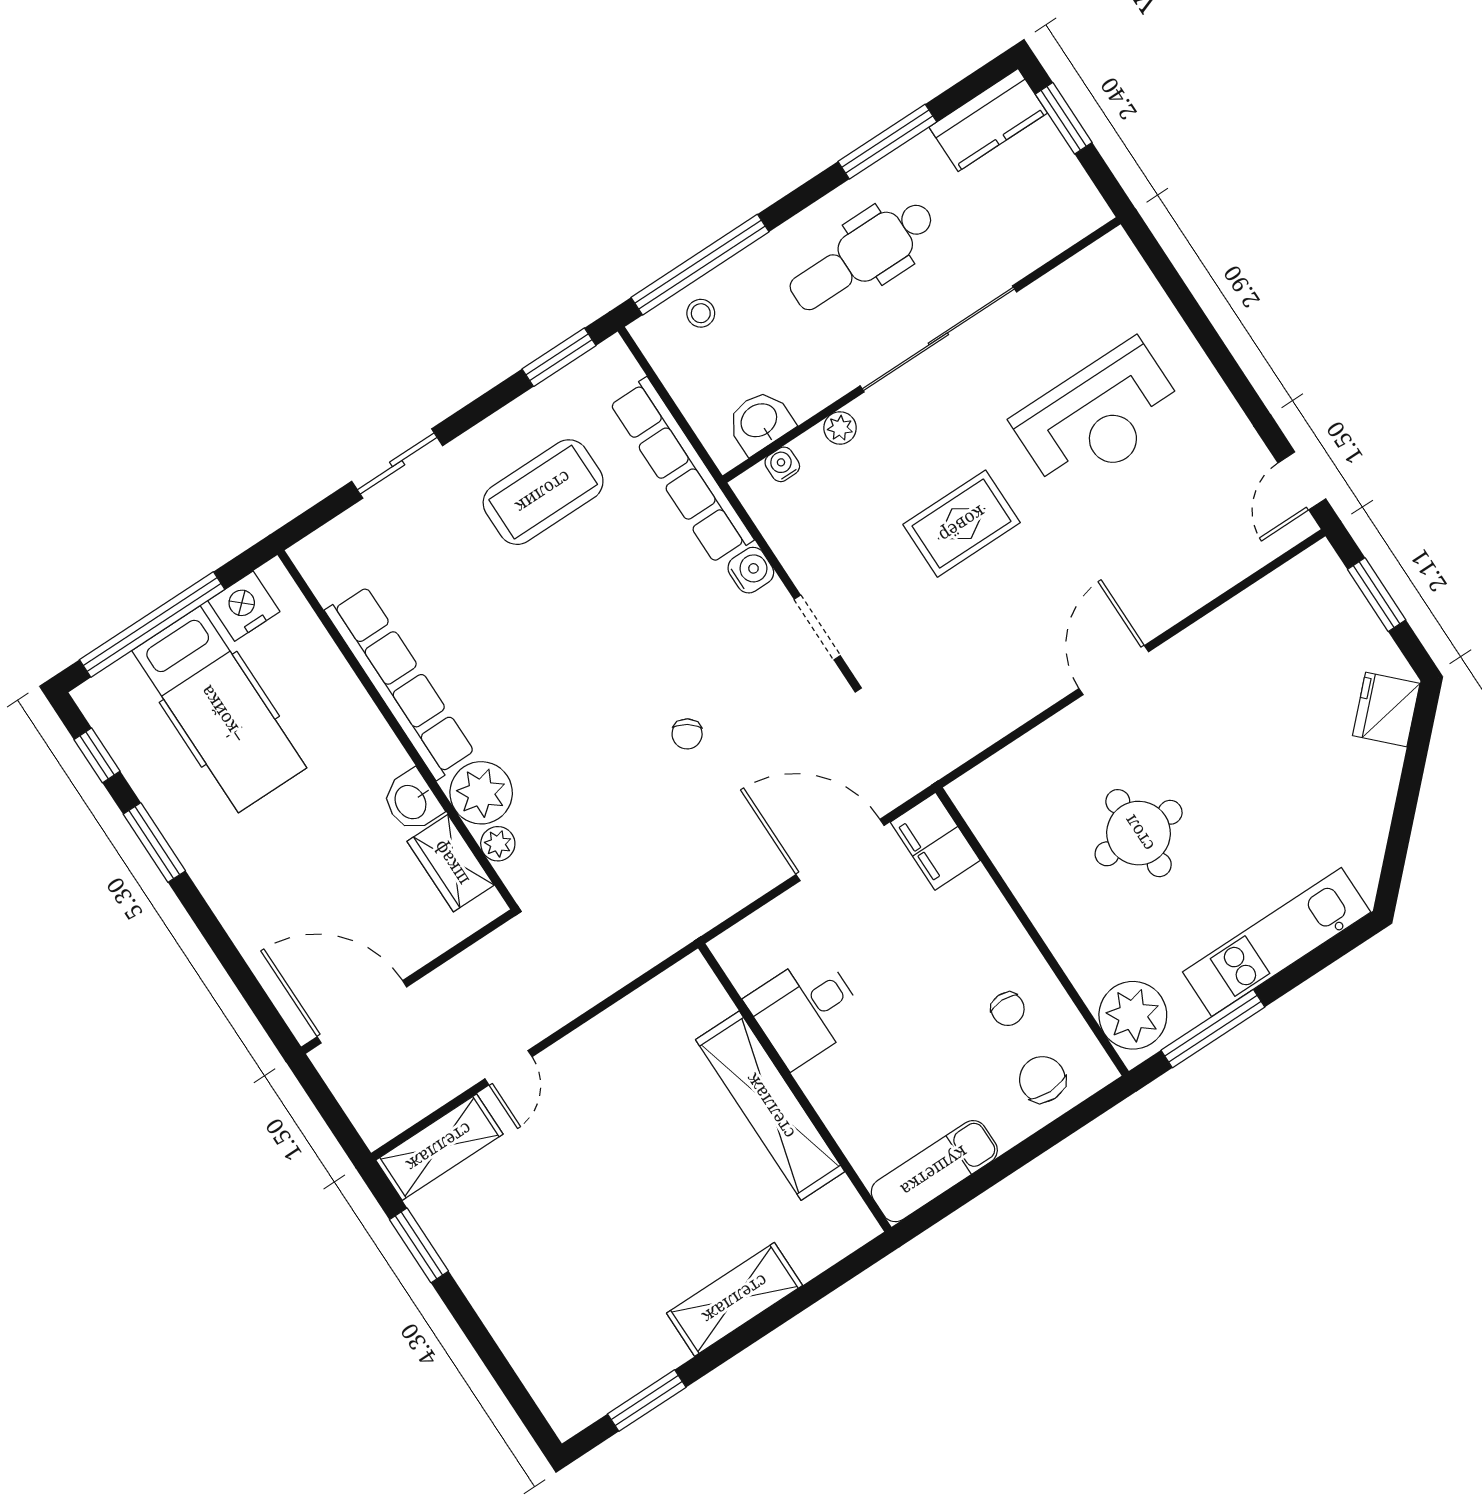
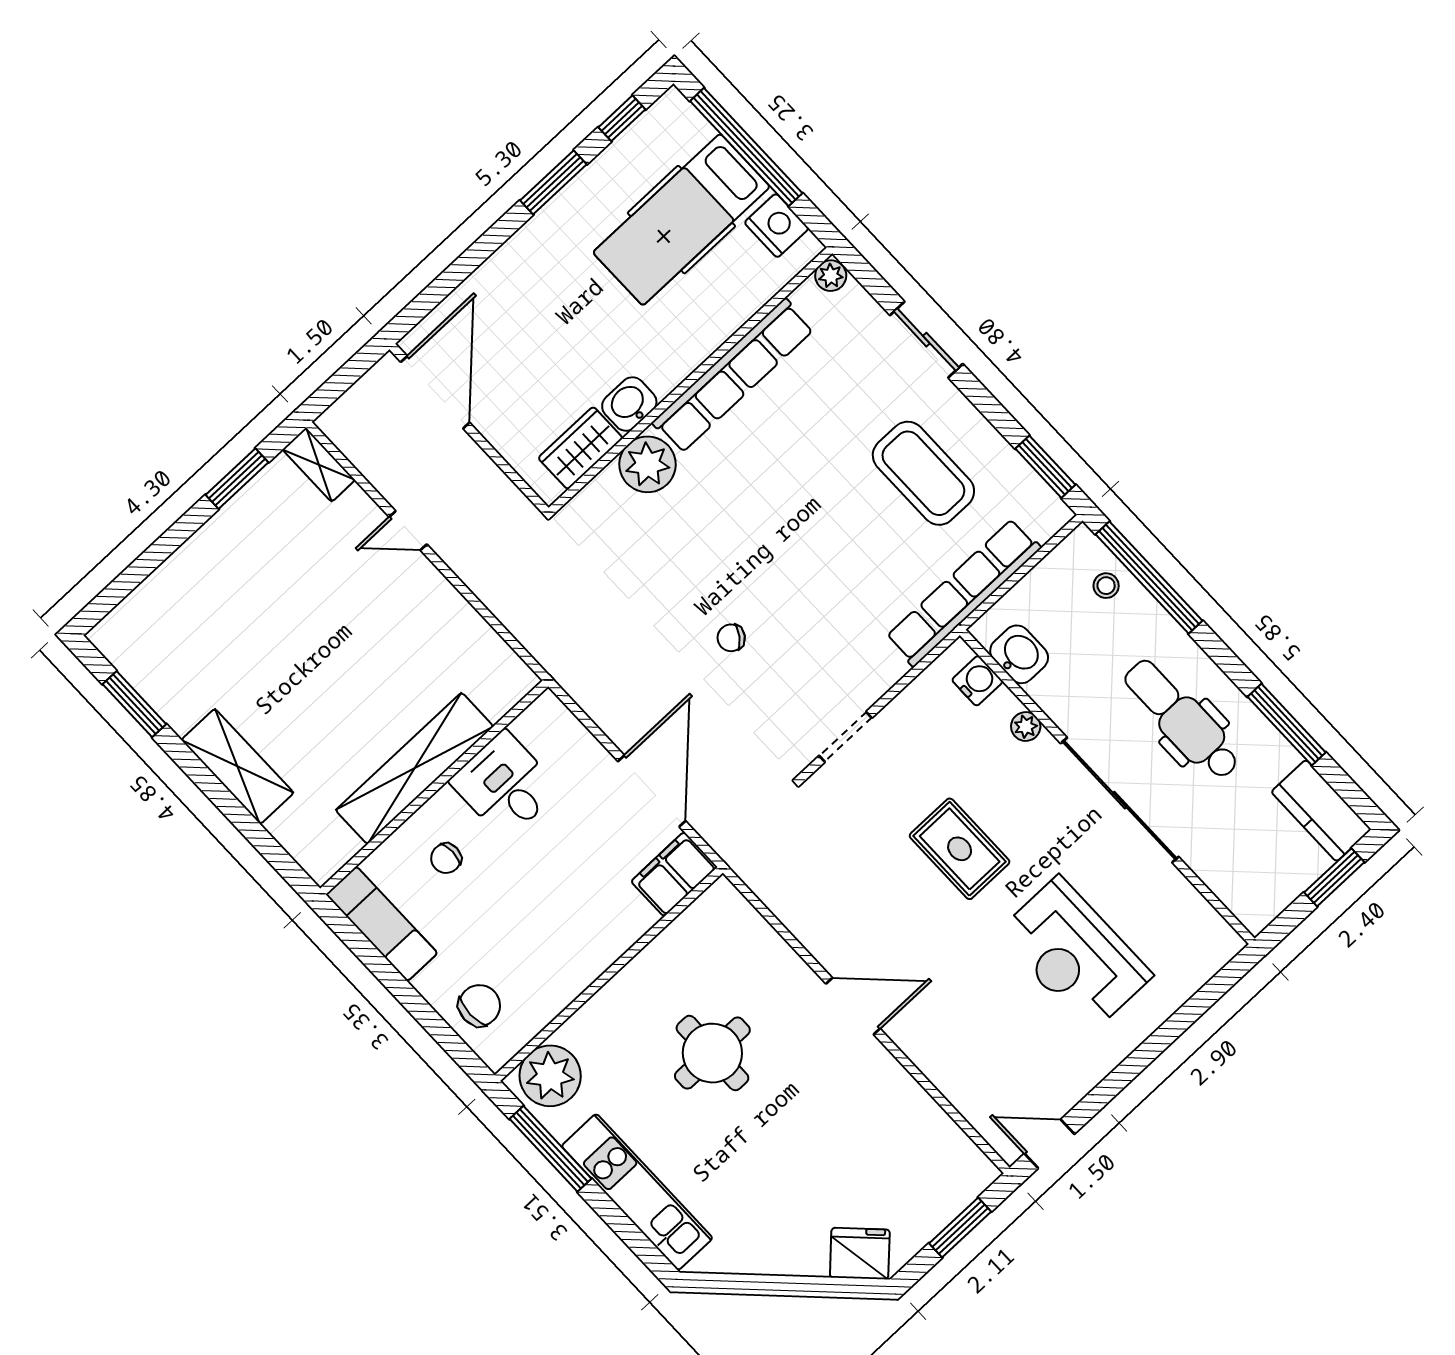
water cooler: (782, 464) -> (977, 681), width x1.38, depth x1.38
water cooler: (751, 570) -> (886, 669), removed
plant: (498, 844) -> (831, 276), moved
chair: (1008, 1009) -> (446, 858), moved
shelving: (439, 1147) -> (319, 465), width x0.67, depth x0.75

